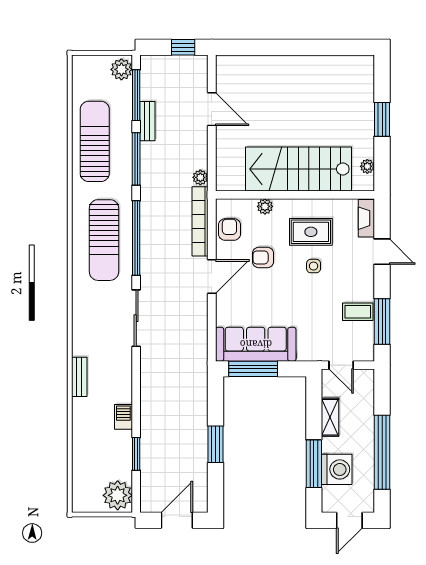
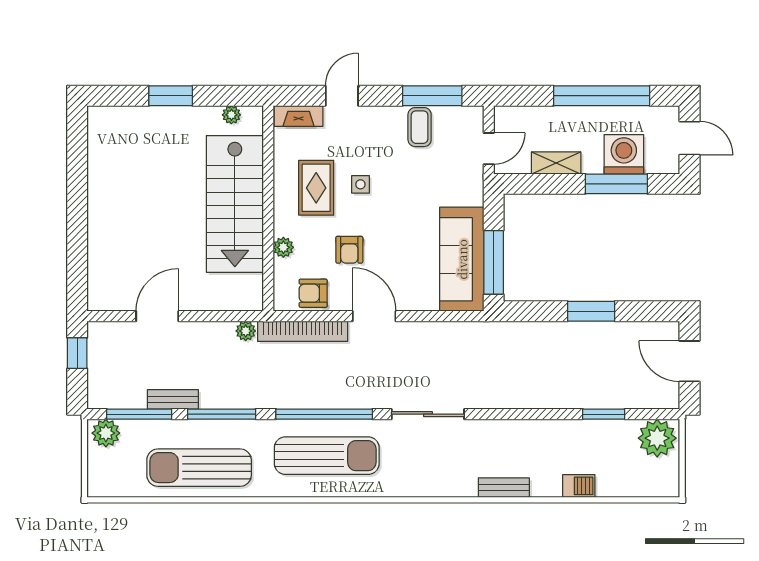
barbecue: (123, 417) -> (579, 486), moved, turned 180

